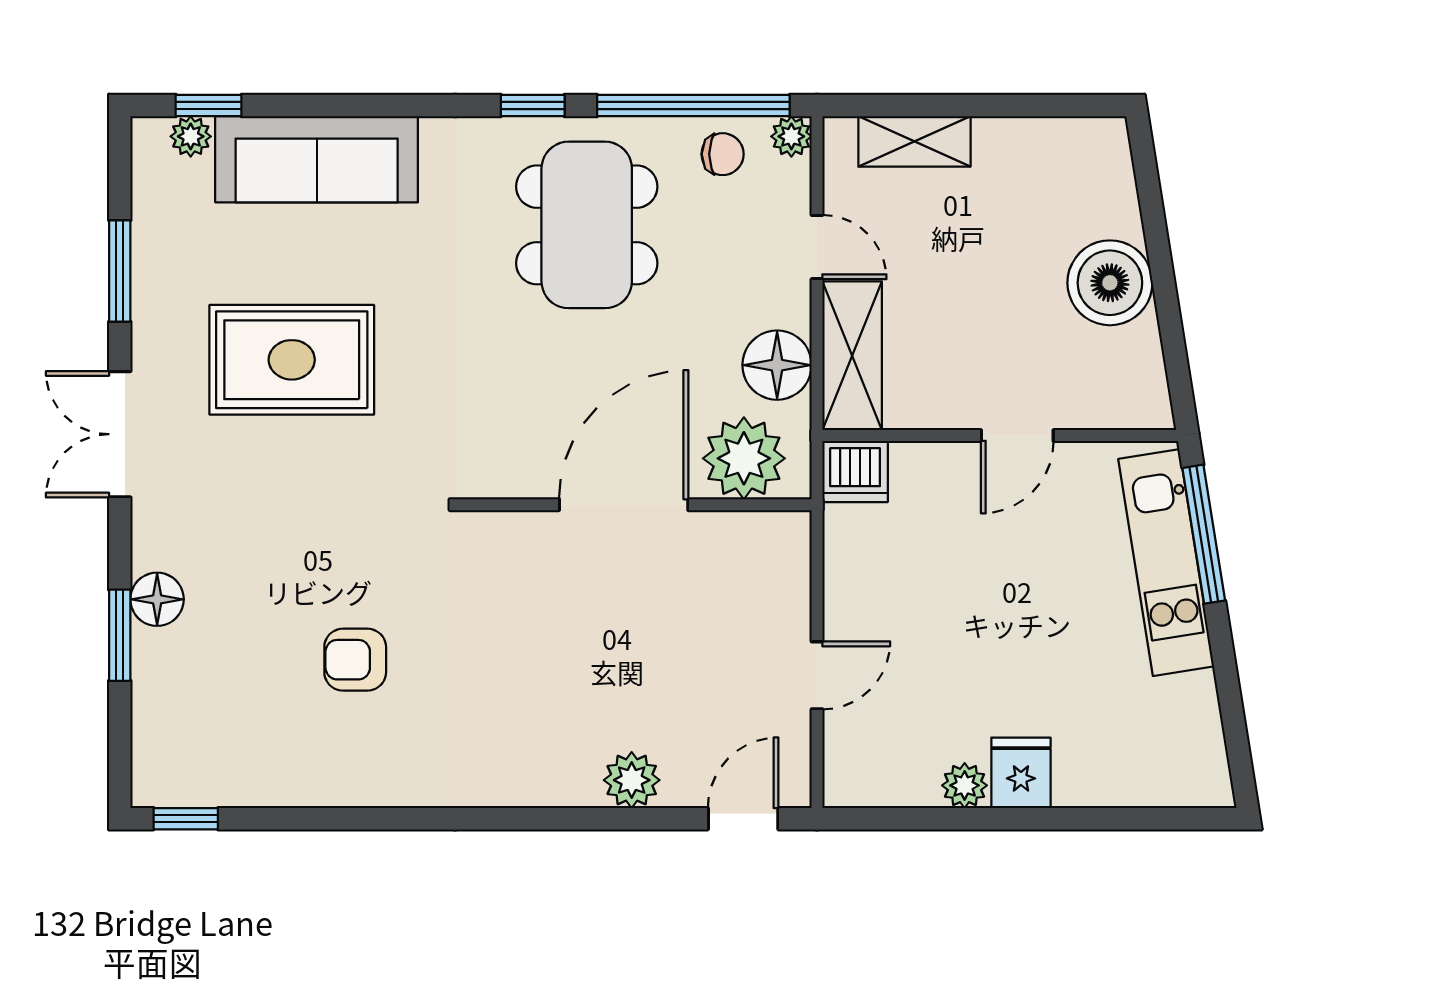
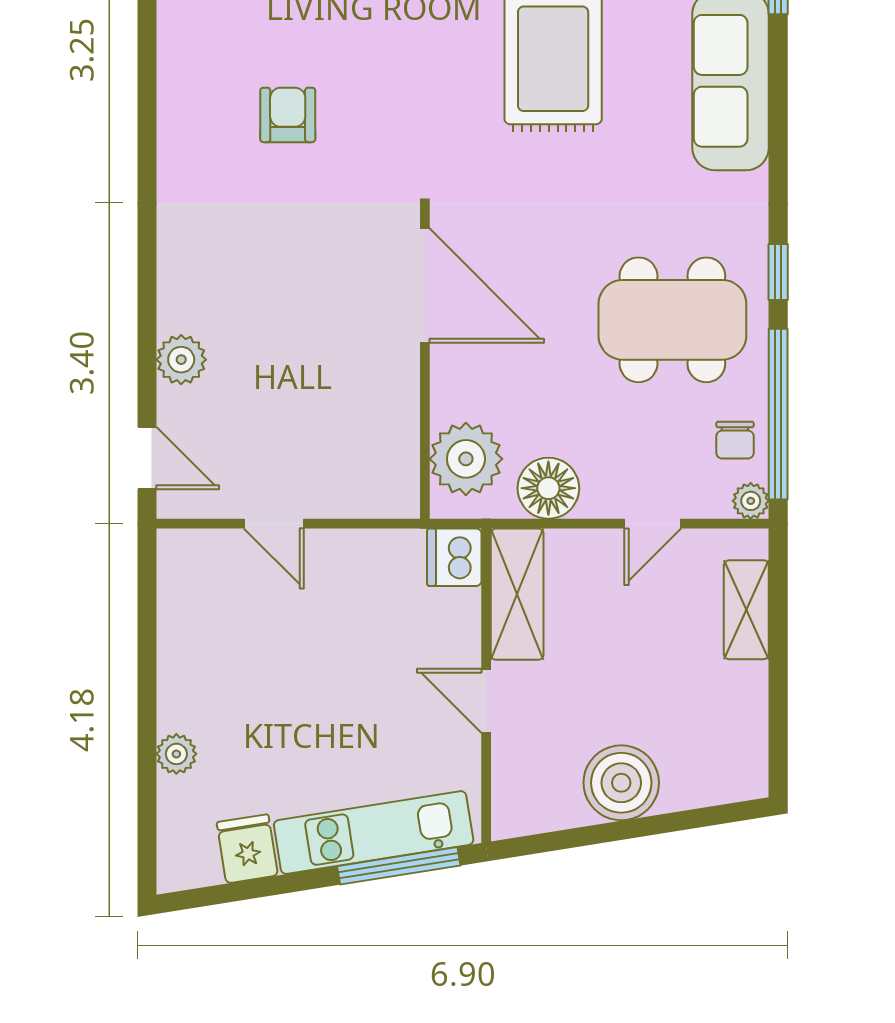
shelving: (852, 356) -> (517, 594), moved, turned 90
door: (624, 505) -> (425, 286), moved
fridge: (1021, 773) -> (247, 849), moved, turned -99
plant: (965, 785) -> (176, 754), moved

